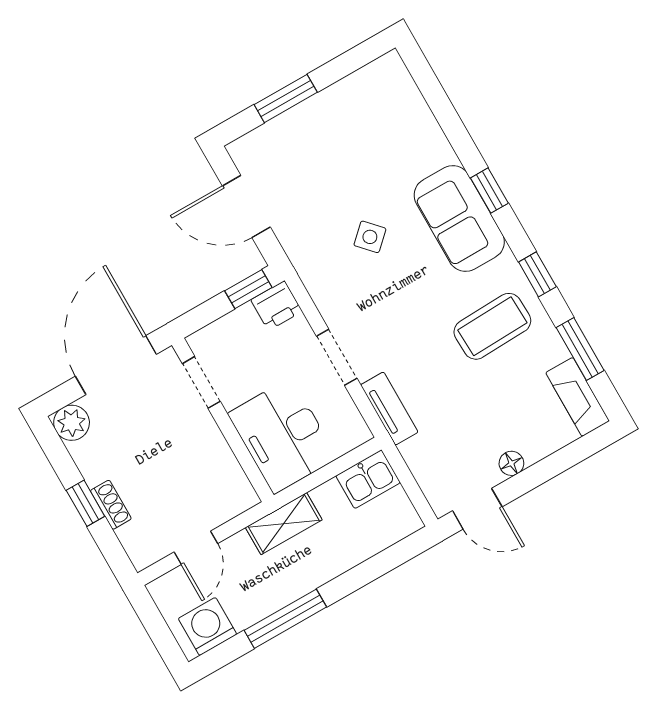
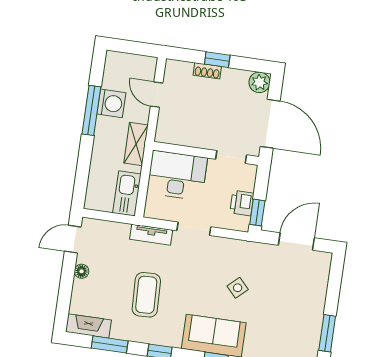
window: (286, 98) -> (327, 333), moved
printer: (276, 306) -> (242, 203), moved
coffee table: (492, 326) -> (146, 295), moved
kitchen sink: (368, 479) -> (127, 193), width x1.38
washing machine: (207, 626) -> (111, 103), moved

